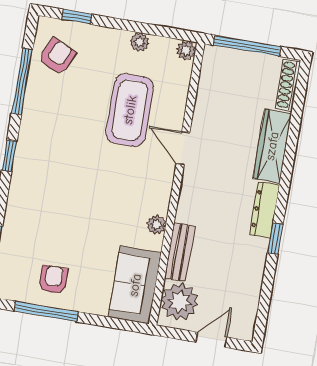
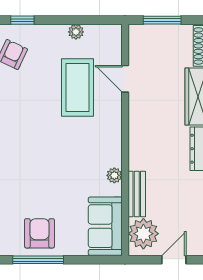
window: (247, 46) -> (162, 20), width x0.69
plant: (186, 50) -> (114, 32), removed
door: (183, 148) -> (125, 79), moved
armchair: (53, 280) -> (39, 233), width x1.38, depth x1.38

